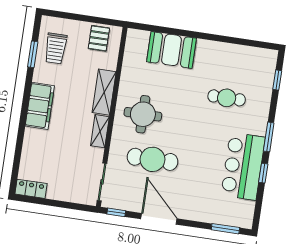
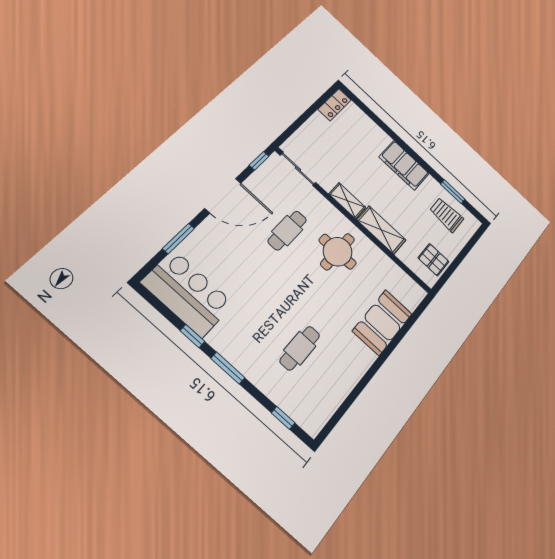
cafe table: (153, 159) -> (287, 231), width x0.73, depth x0.74
bar counter: (243, 166) -> (188, 293), moved
window: (225, 229) -> (178, 239), moved

